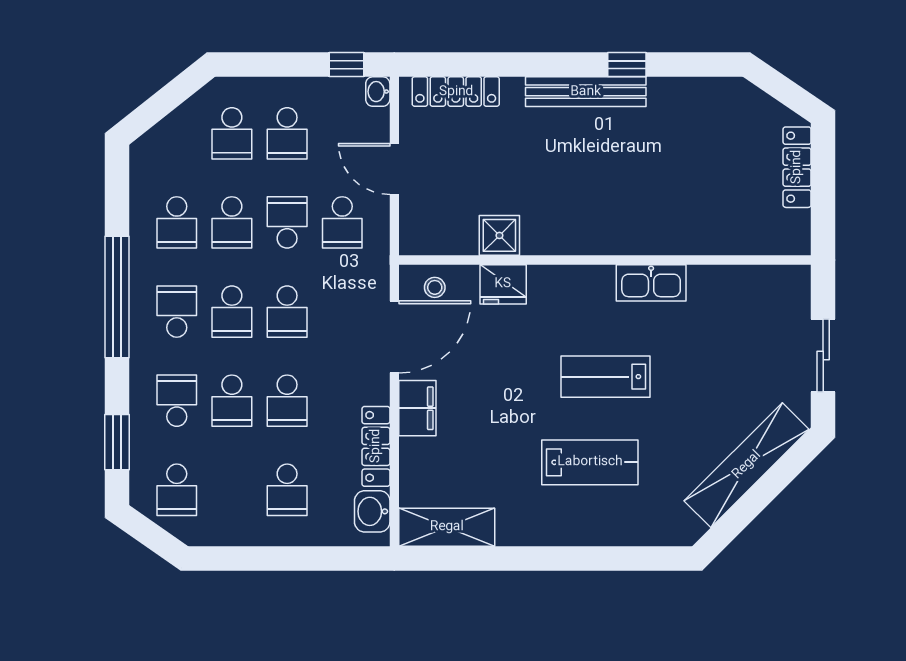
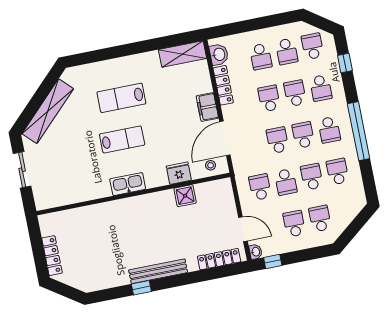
door: (394, 169) -> (243, 229), moved
kitchen sink: (651, 283) -> (128, 184), moved
window: (117, 442) -> (345, 63), width x0.67
school desk: (232, 490) -> (287, 51), added
school desk: (287, 490) -> (261, 57), turned 180

